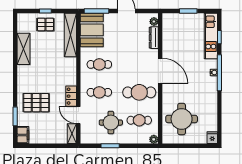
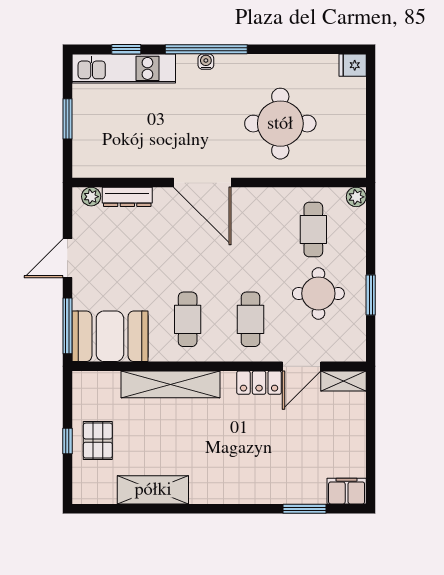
shelving: (70, 35) -> (170, 384), moved
door: (160, 71) -> (202, 183), swing flipped
cafe table: (139, 92) -> (250, 229), removed
pallet: (36, 103) -> (274, 462), removed
round table: (182, 119) -> (280, 124), moved

